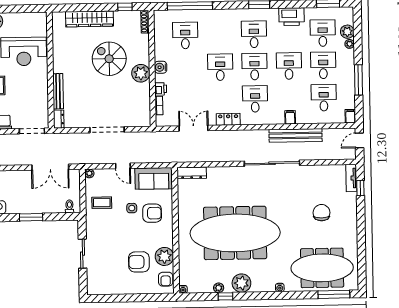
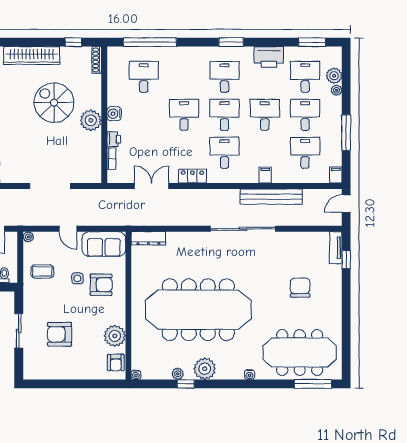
armchair: (139, 262) -> (60, 334), moved

